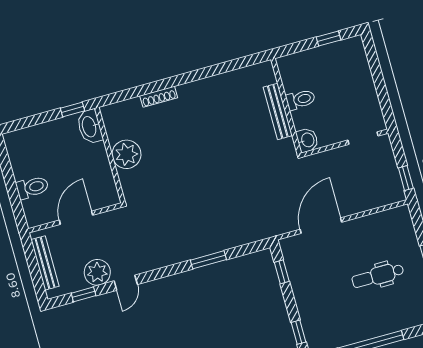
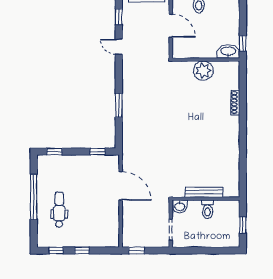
toilet: (301, 100) -> (208, 209), moved
wall: (286, 106) -> (206, 199), moved
bench: (278, 111) -> (204, 192), moved
washbasin: (307, 140) -> (180, 206), moved
plant: (97, 272) -> (131, 30), removed
dental chair: (378, 276) -> (59, 210), moved

